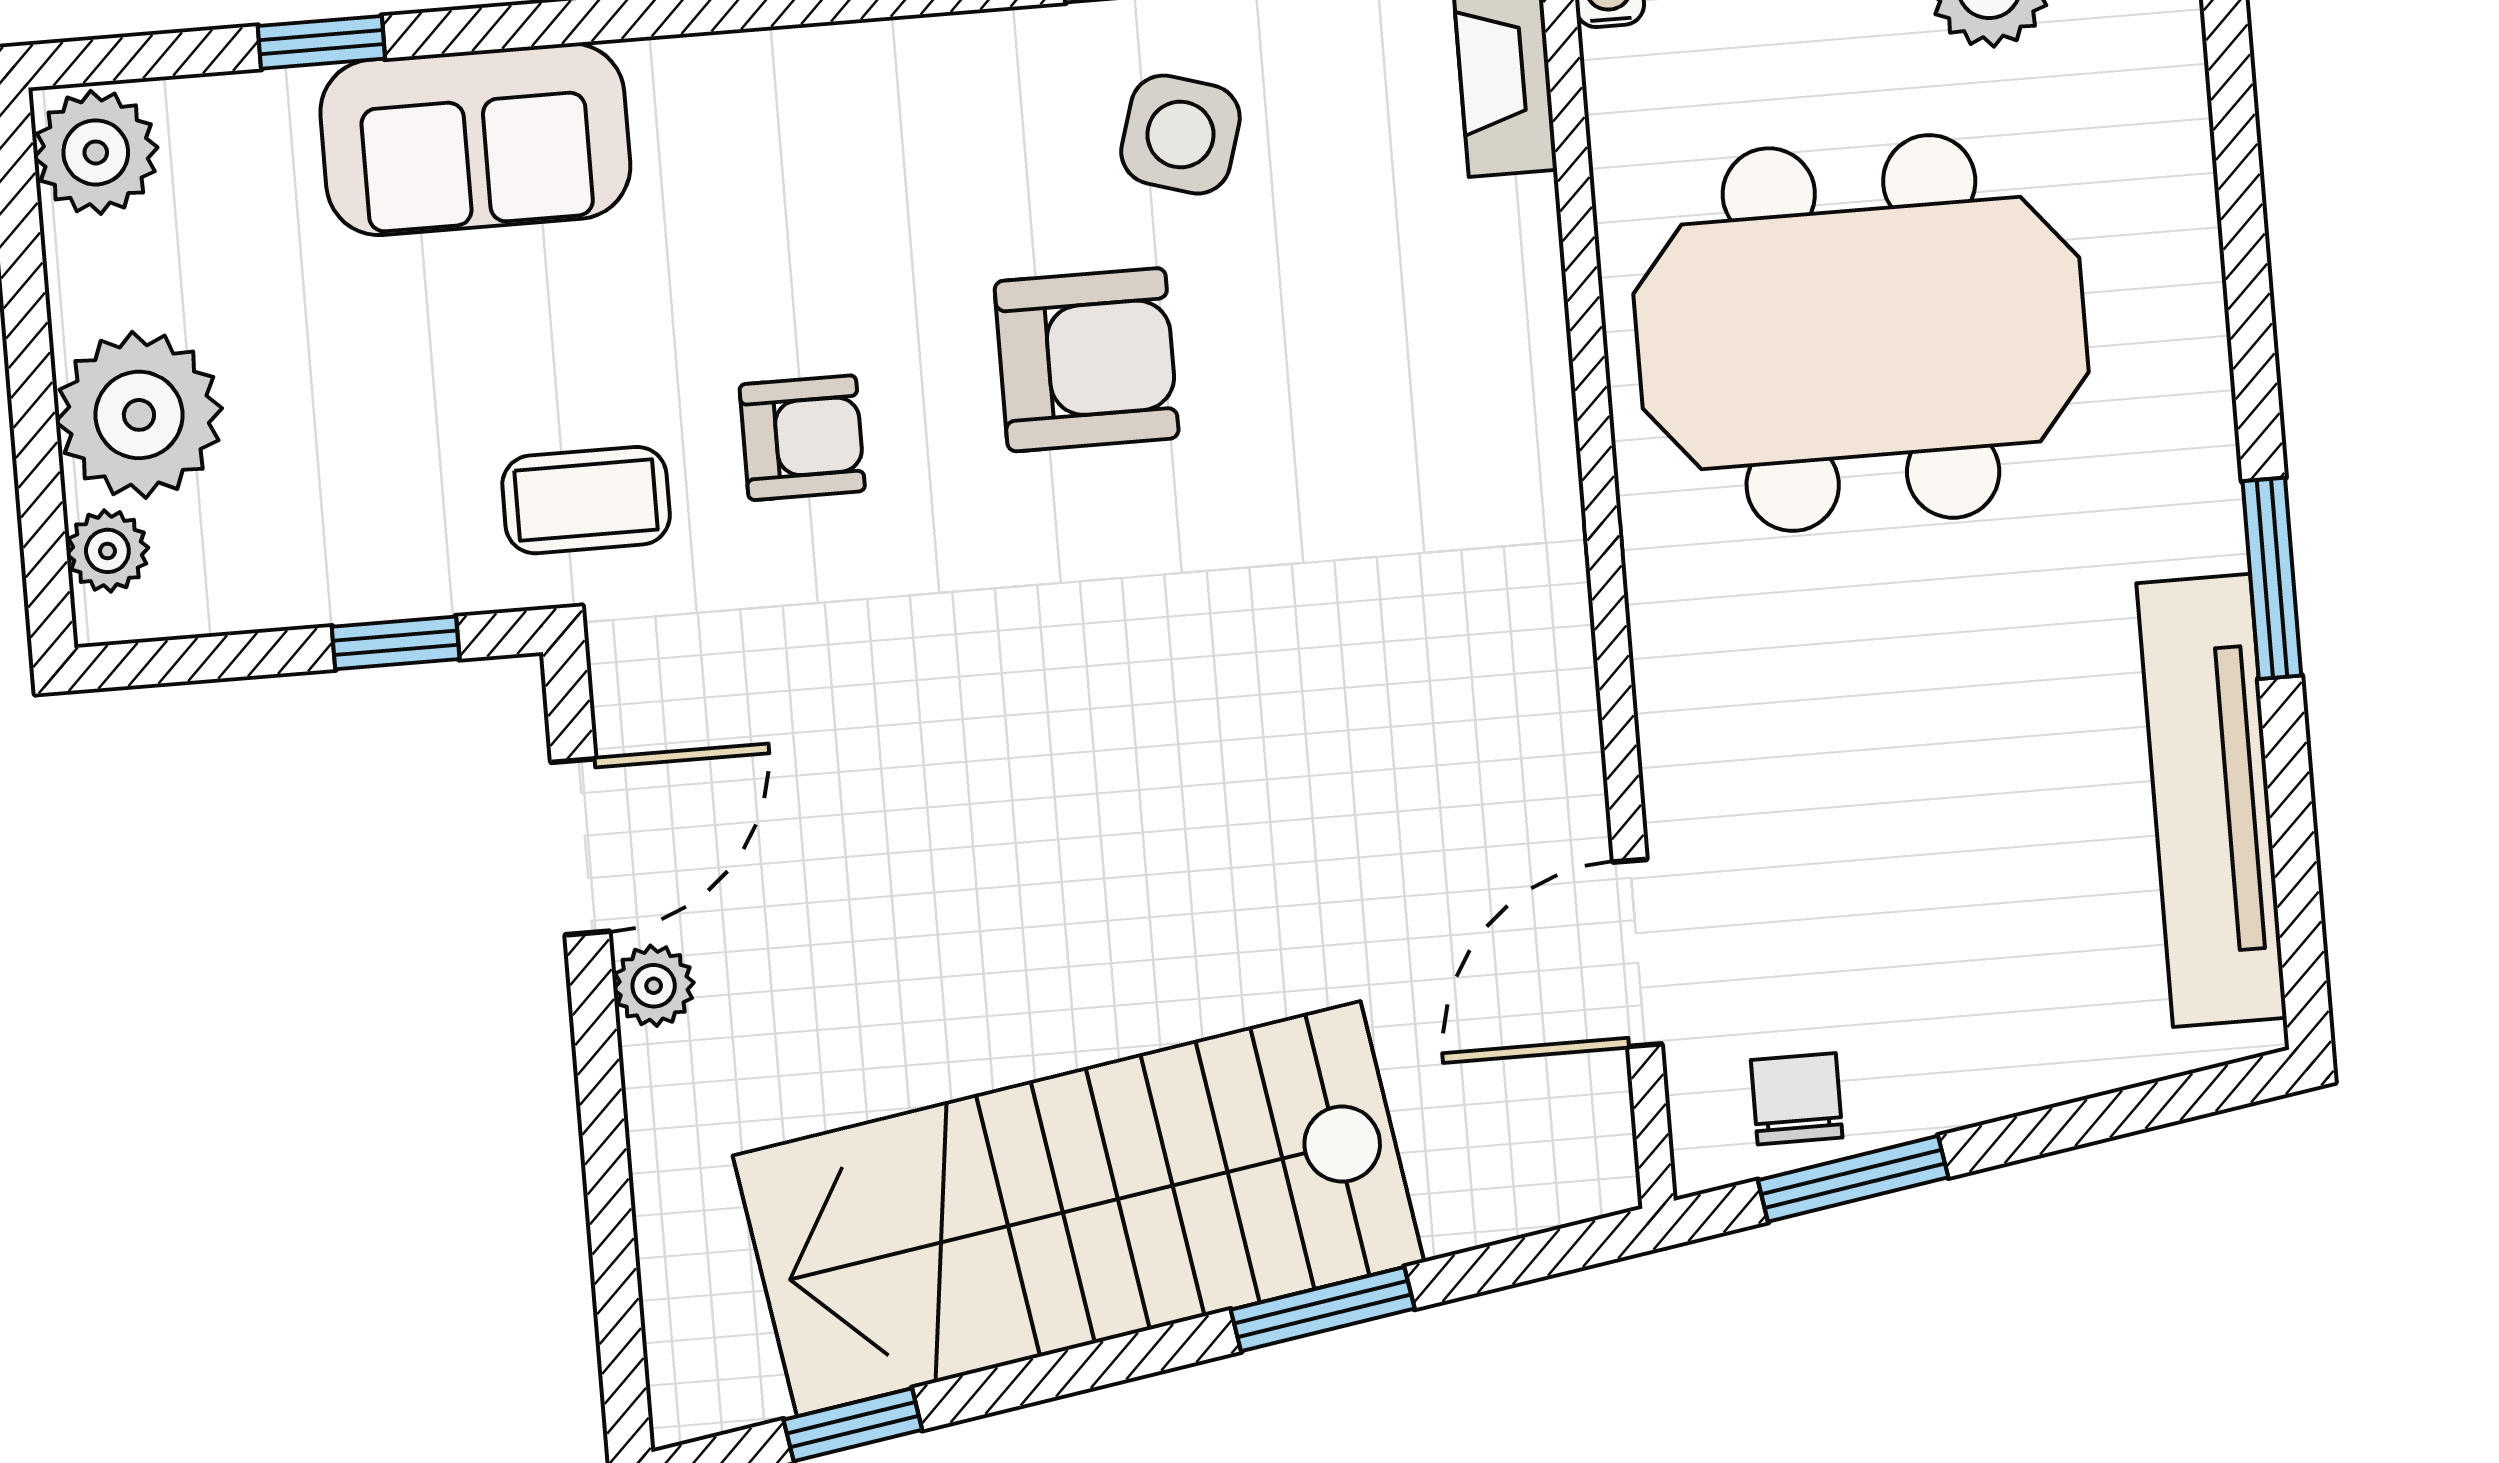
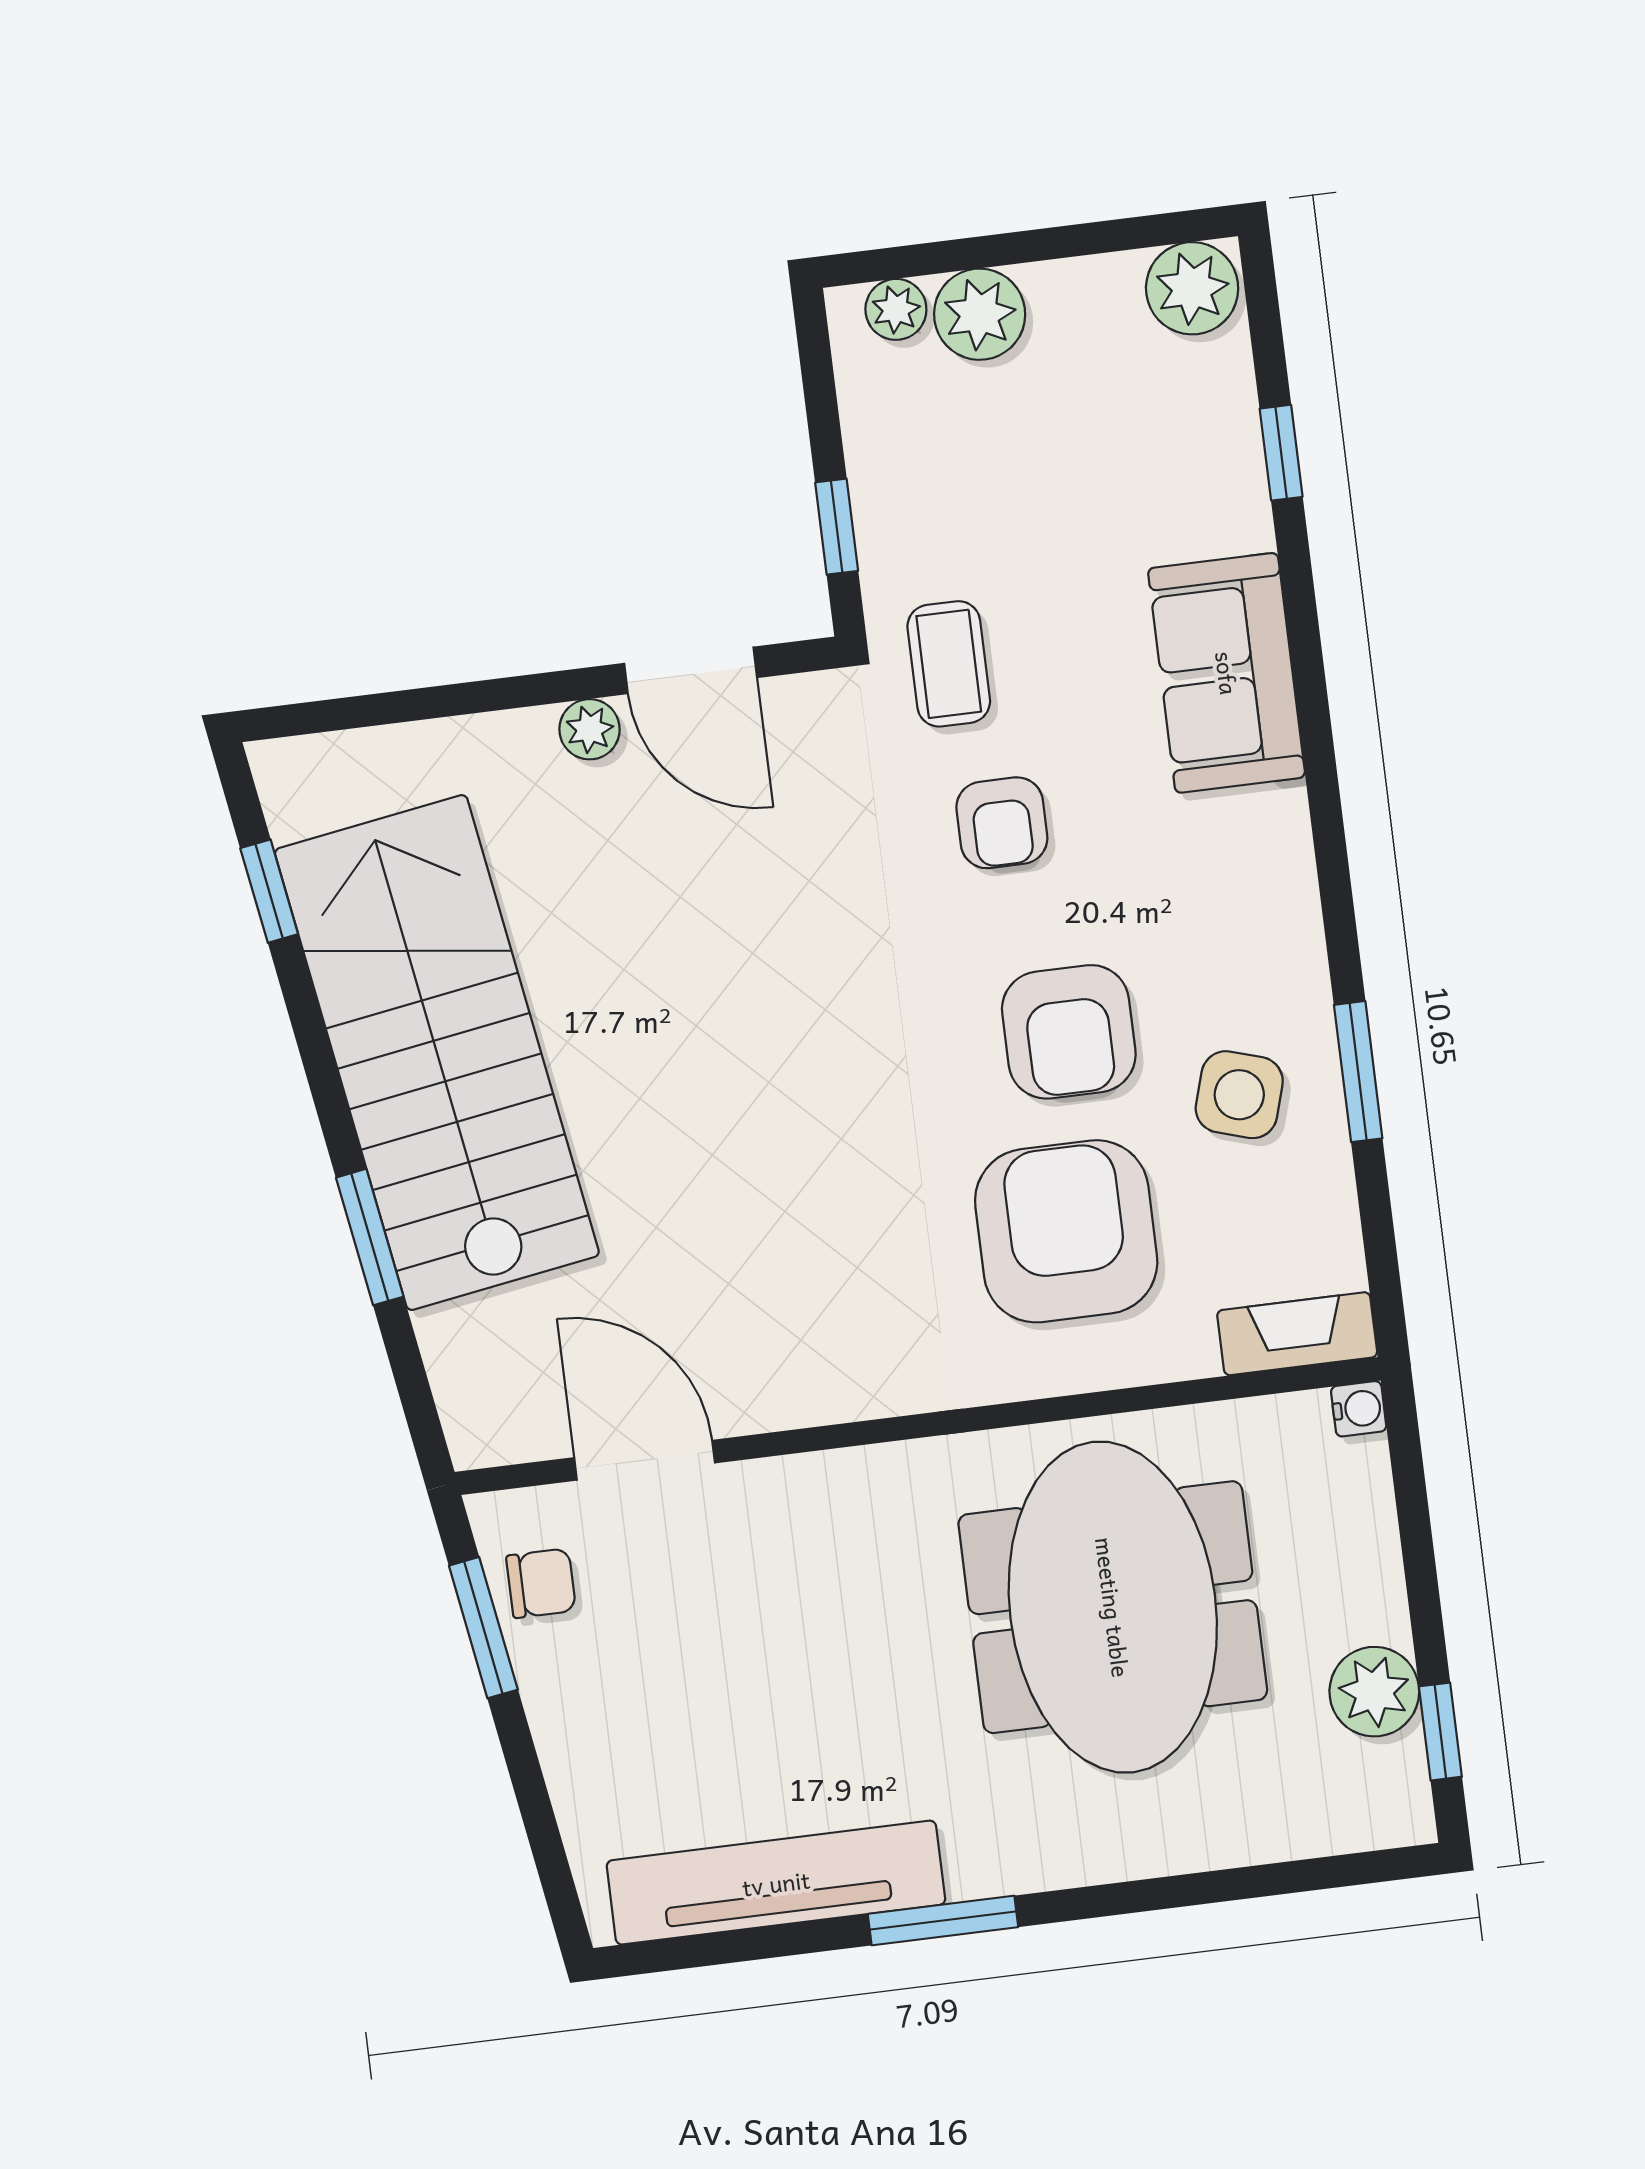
sofa: (475, 139) -> (1227, 673), moved
armchair: (1354, 374) -> (1066, 1231), added
plant: (139, 415) -> (980, 314), width x0.73, depth x0.73

